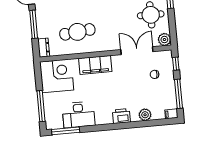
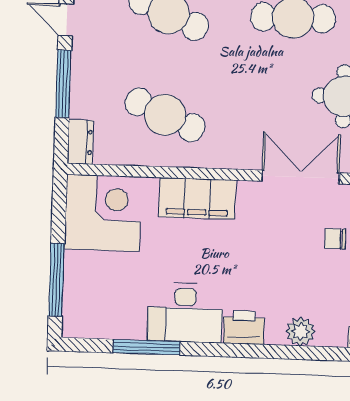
cafe table: (77, 32) -> (165, 115), turned 30
desk: (79, 115) -> (185, 313), moved
window: (66, 131) -> (147, 347), moved

